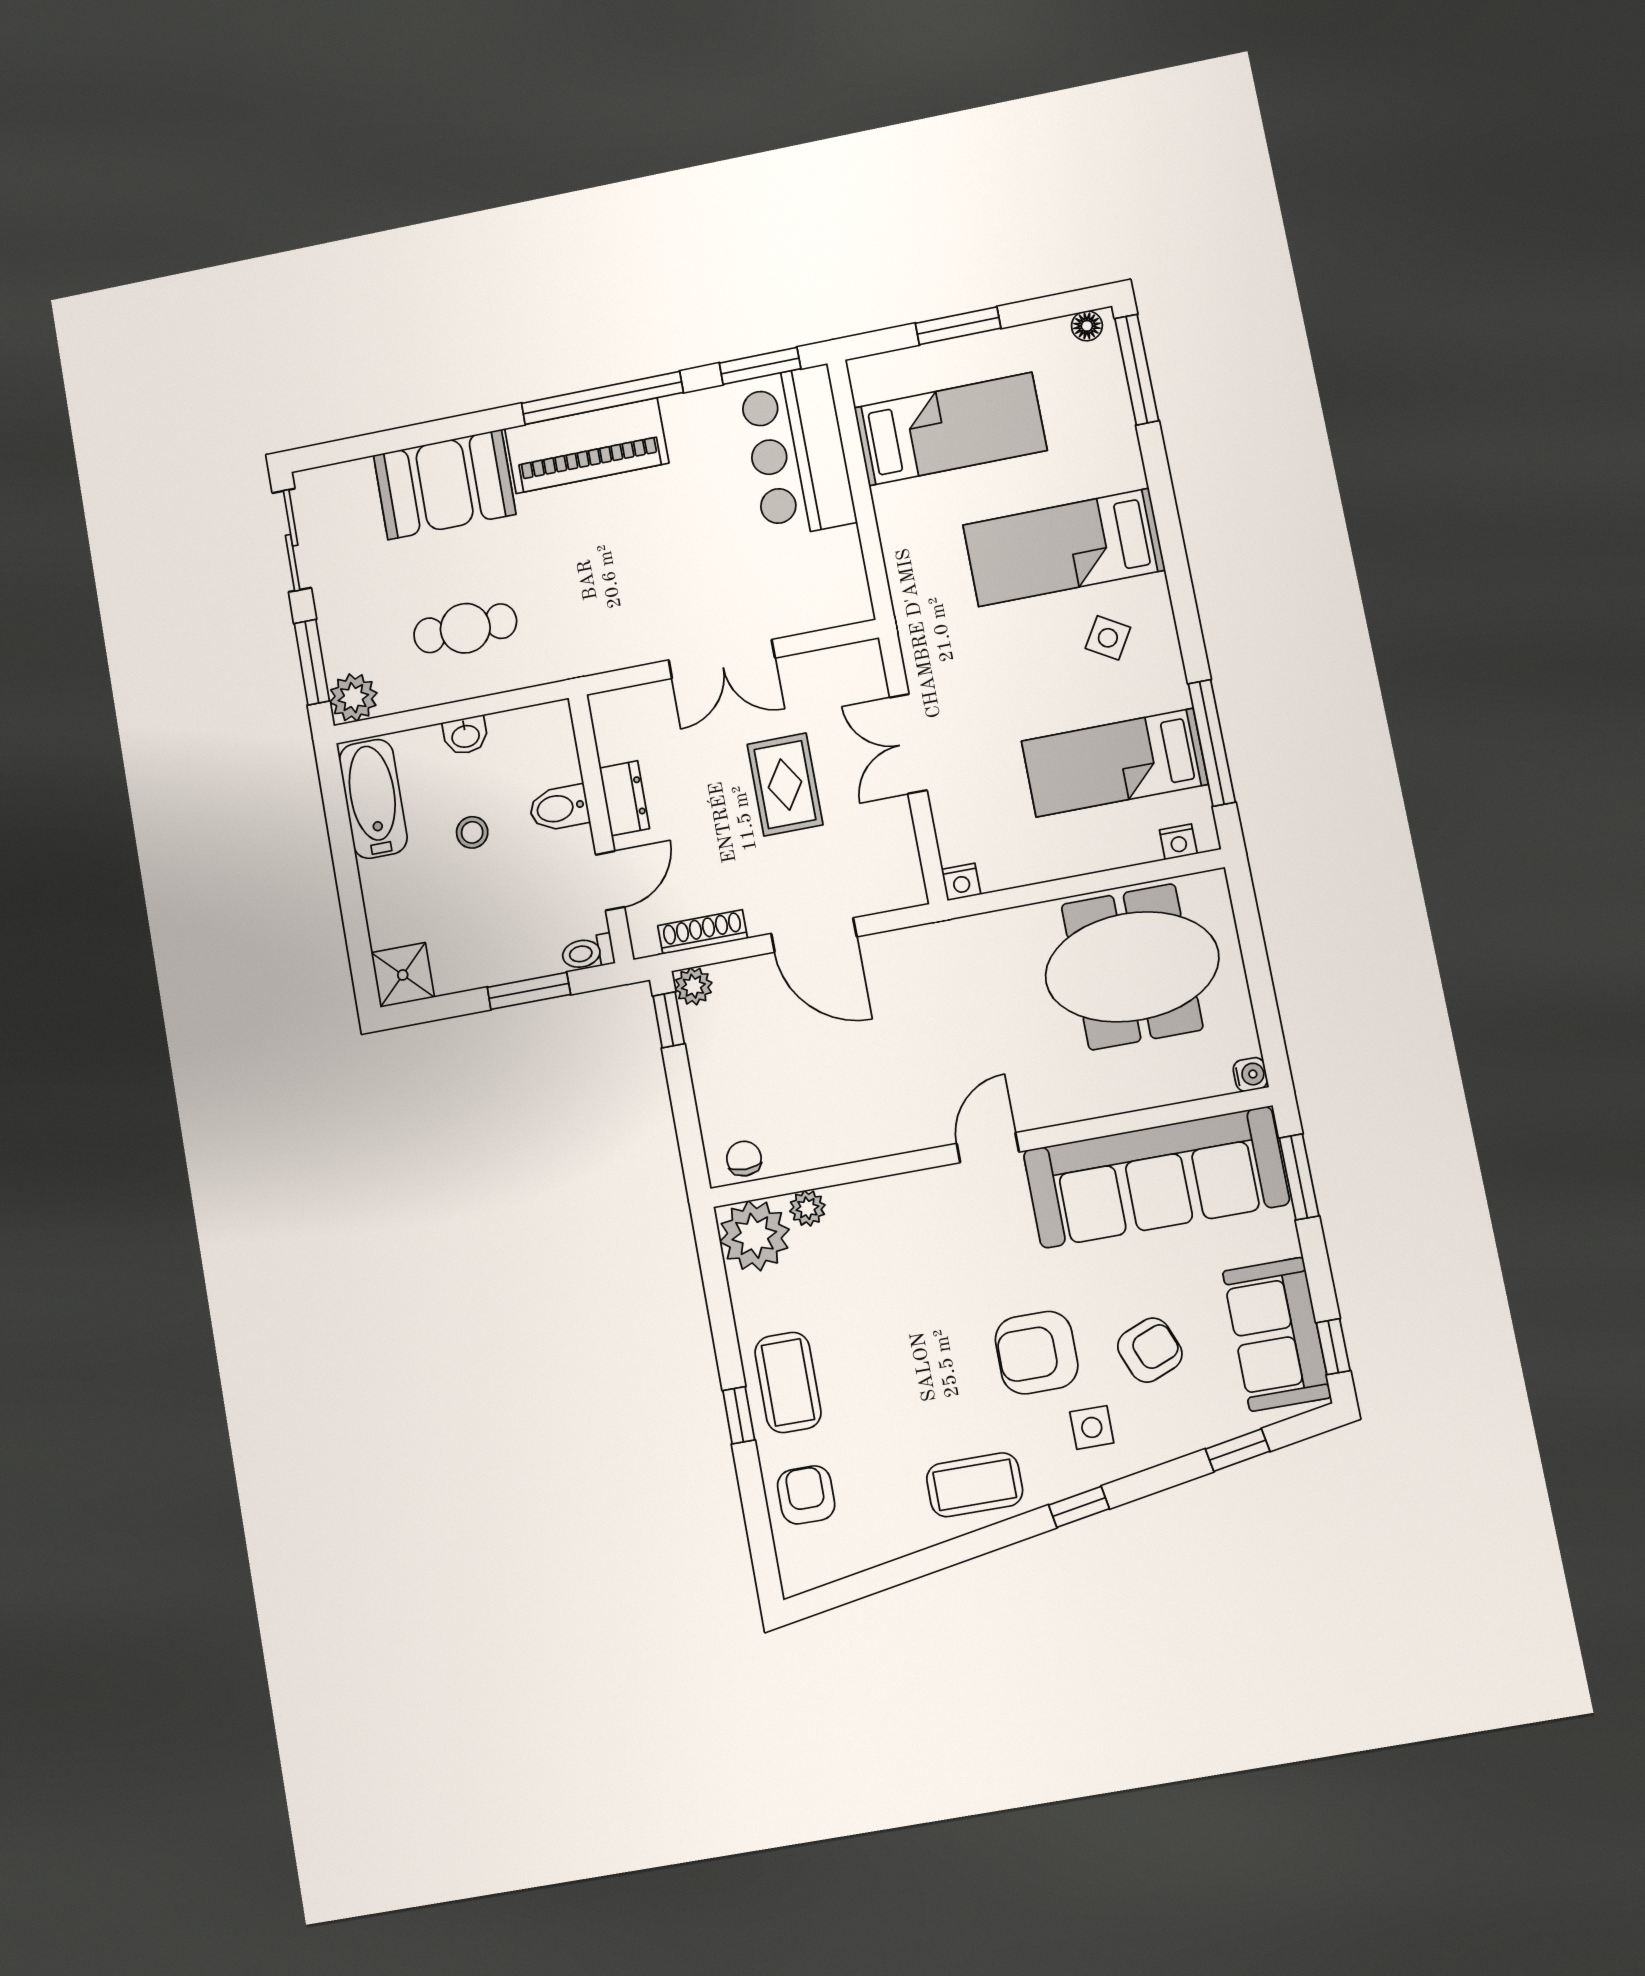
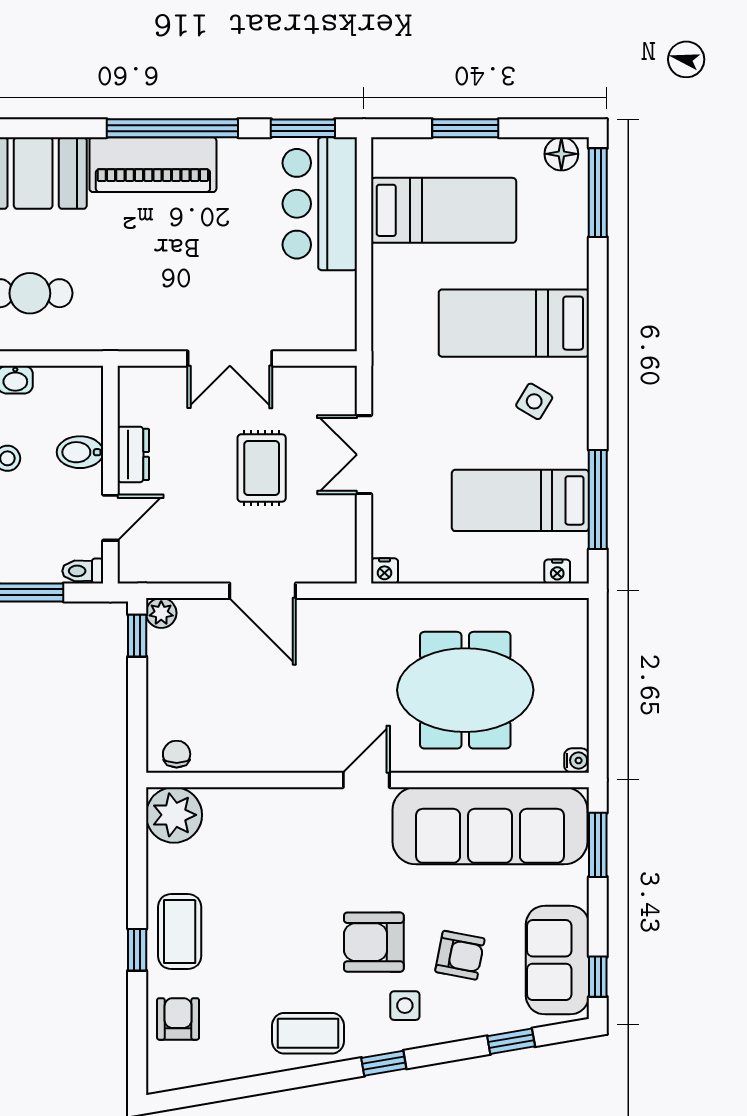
floor lamp: (1087, 326) -> (561, 154), width x1.37, depth x1.37
shoe rack: (703, 932) -> (176, 572), removed
meeting table: (1132, 967) -> (465, 690), moved
plant: (807, 1208) -> (219, 801), removed
armchair: (1150, 1350) -> (460, 955), turned 33

